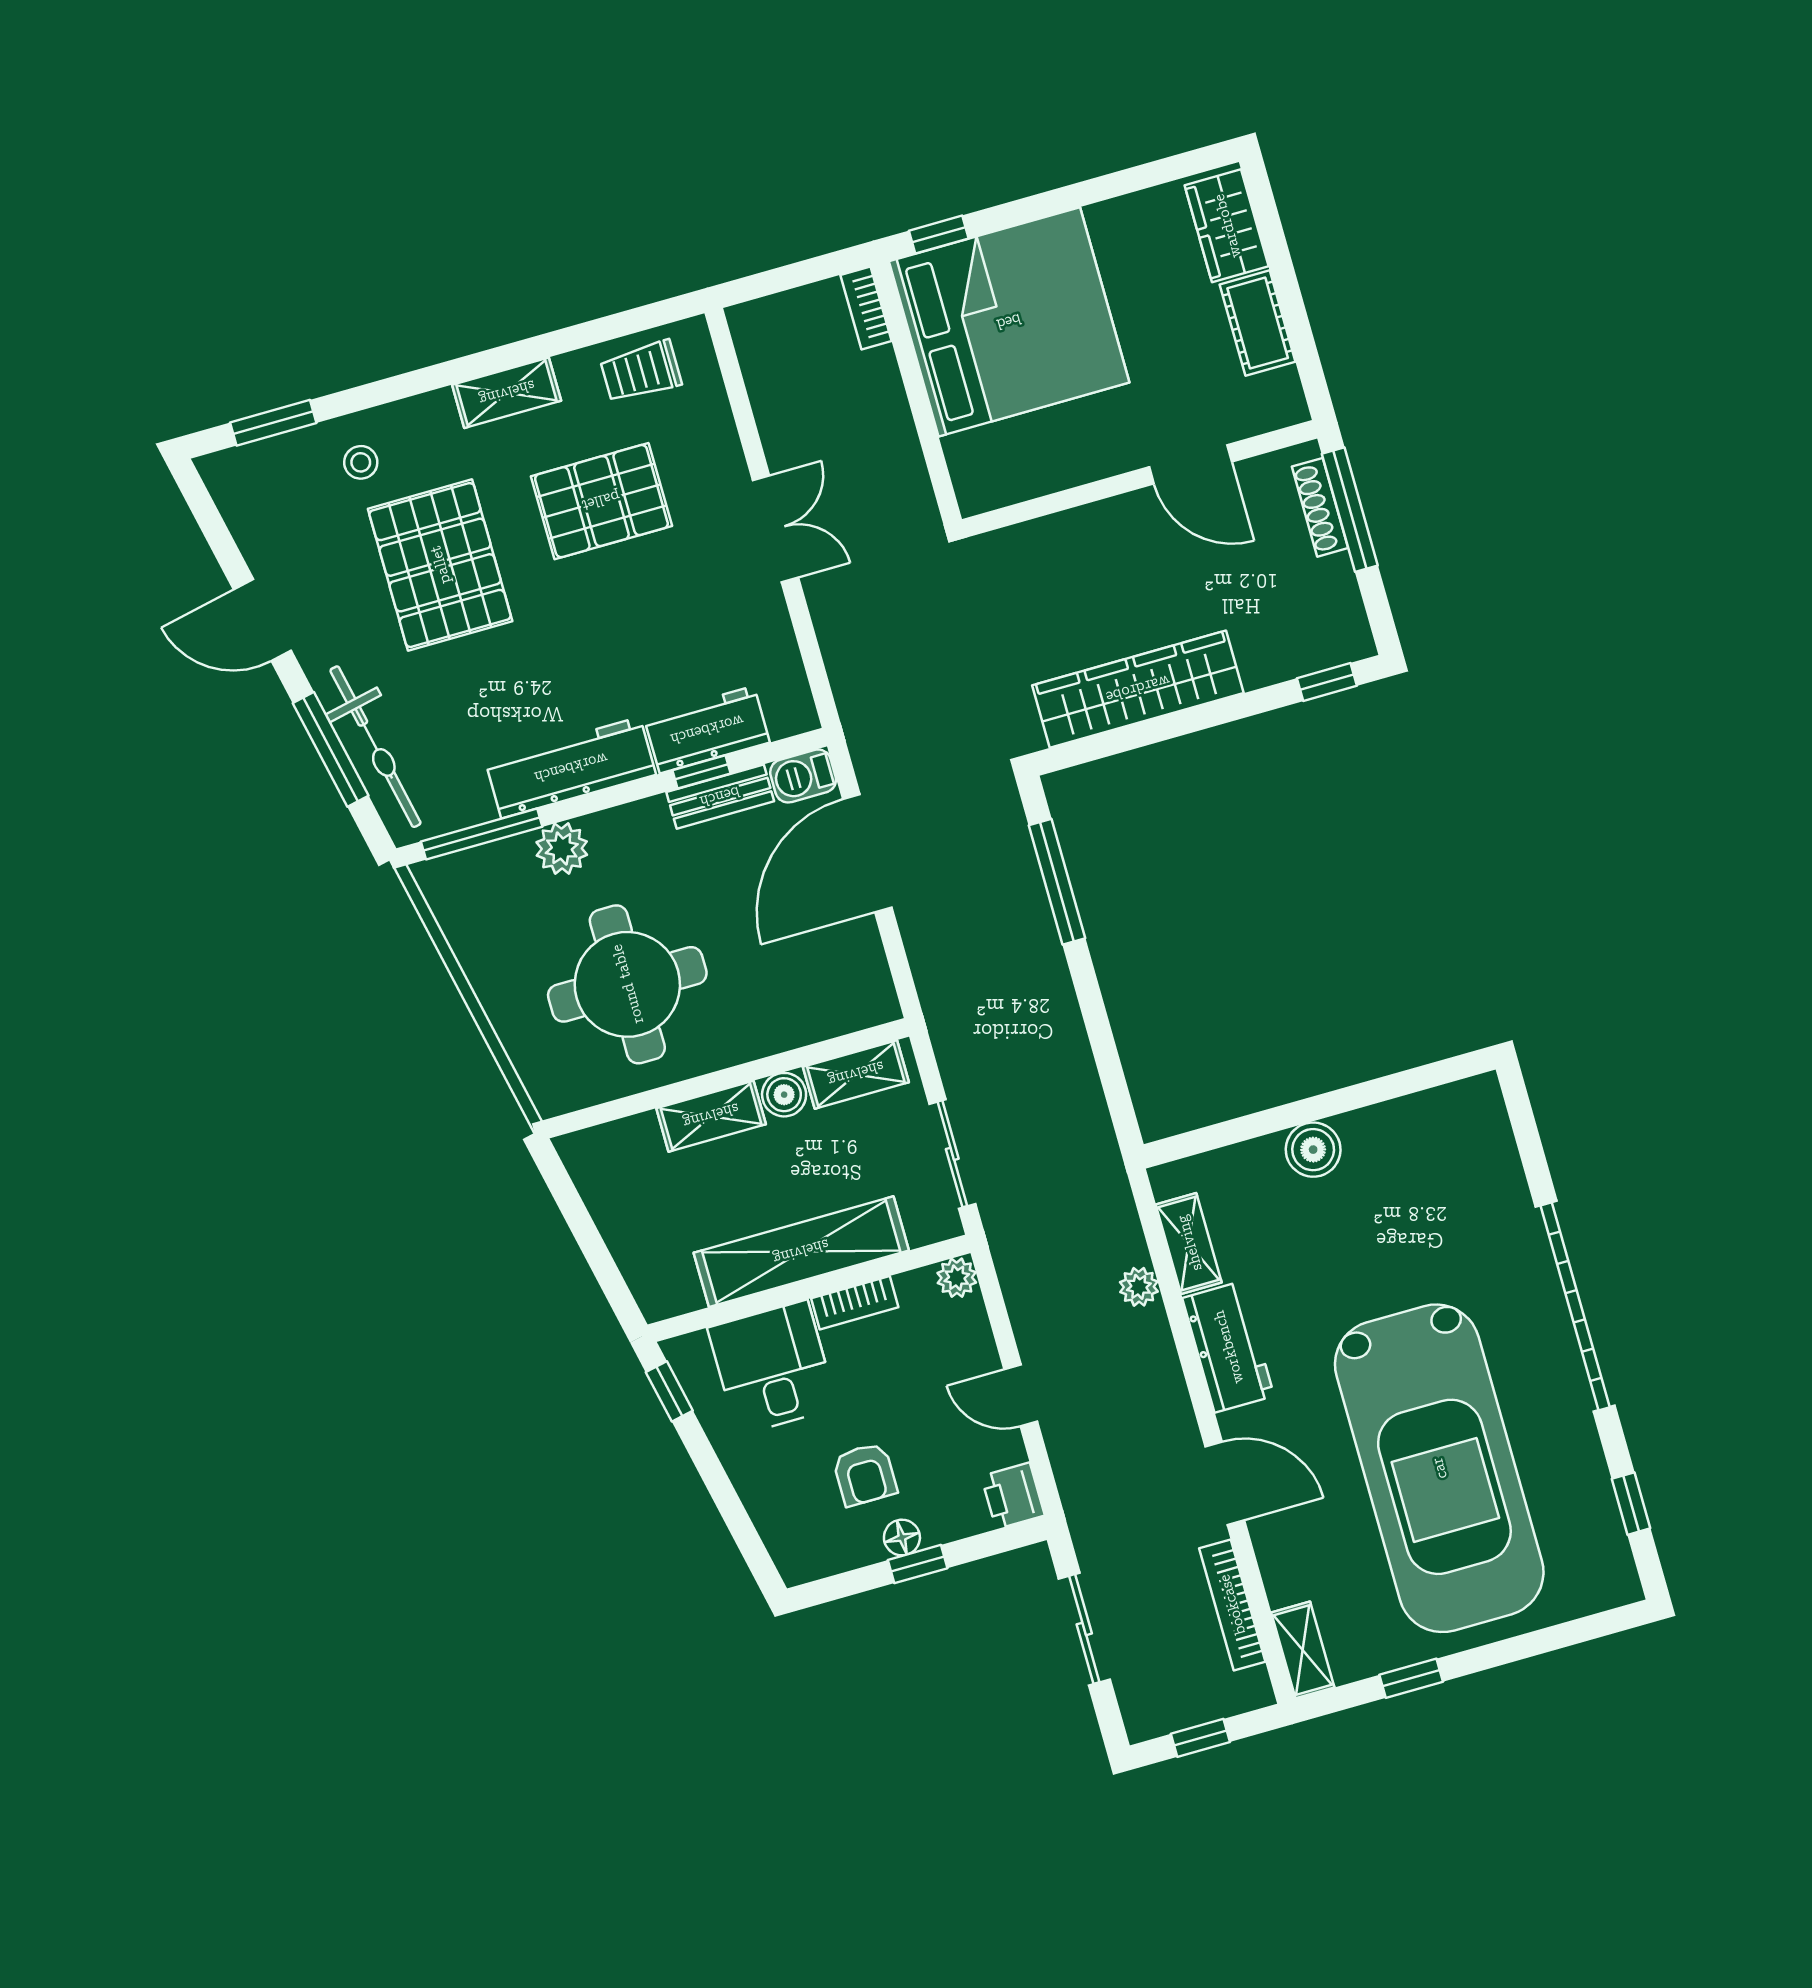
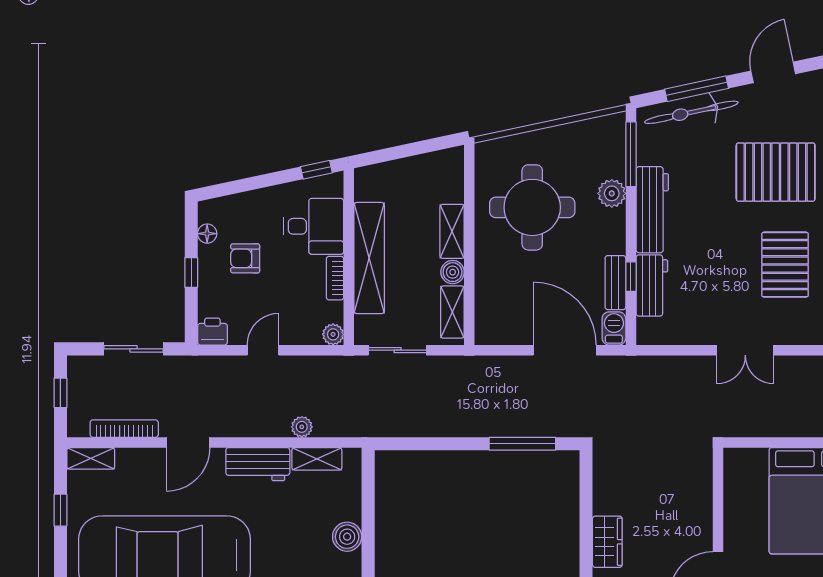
wardrobe: (1138, 689) -> (607, 542), width x0.48, depth x0.85
floor lamp: (902, 1537) -> (207, 234), moved

